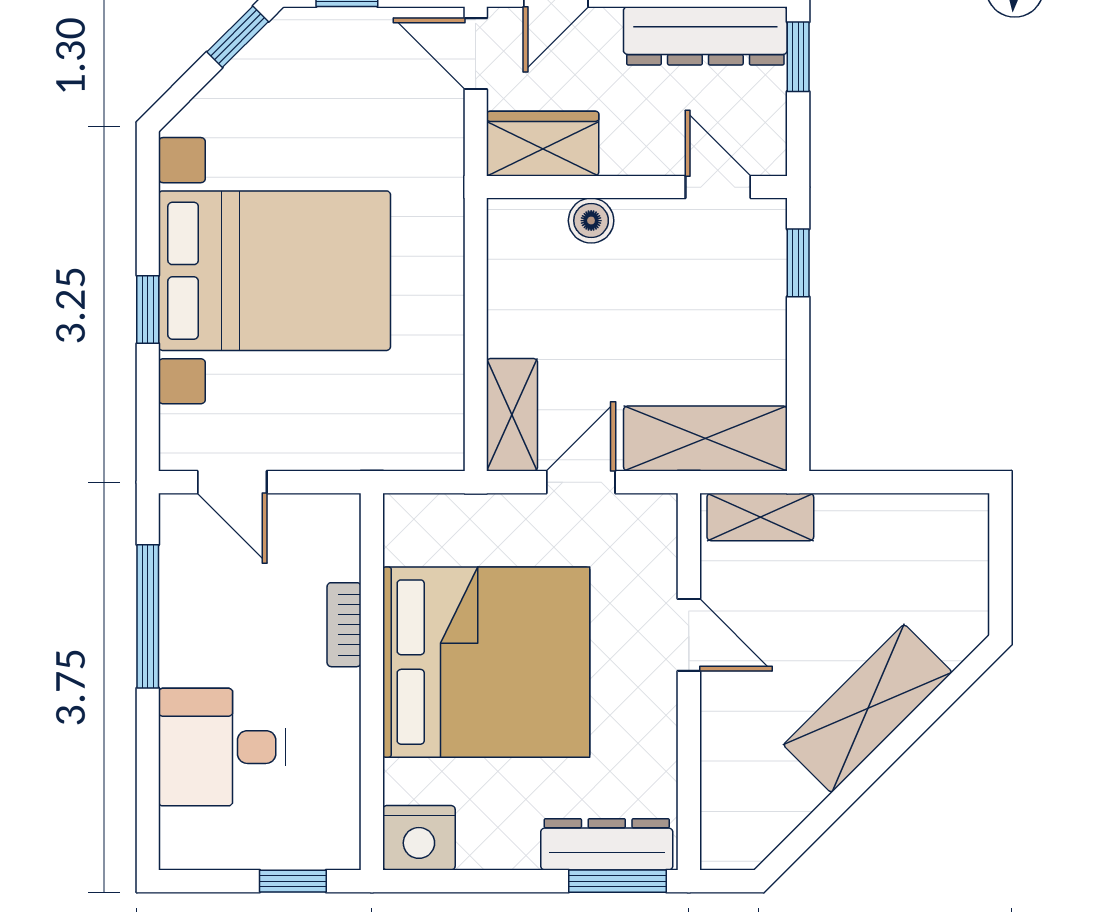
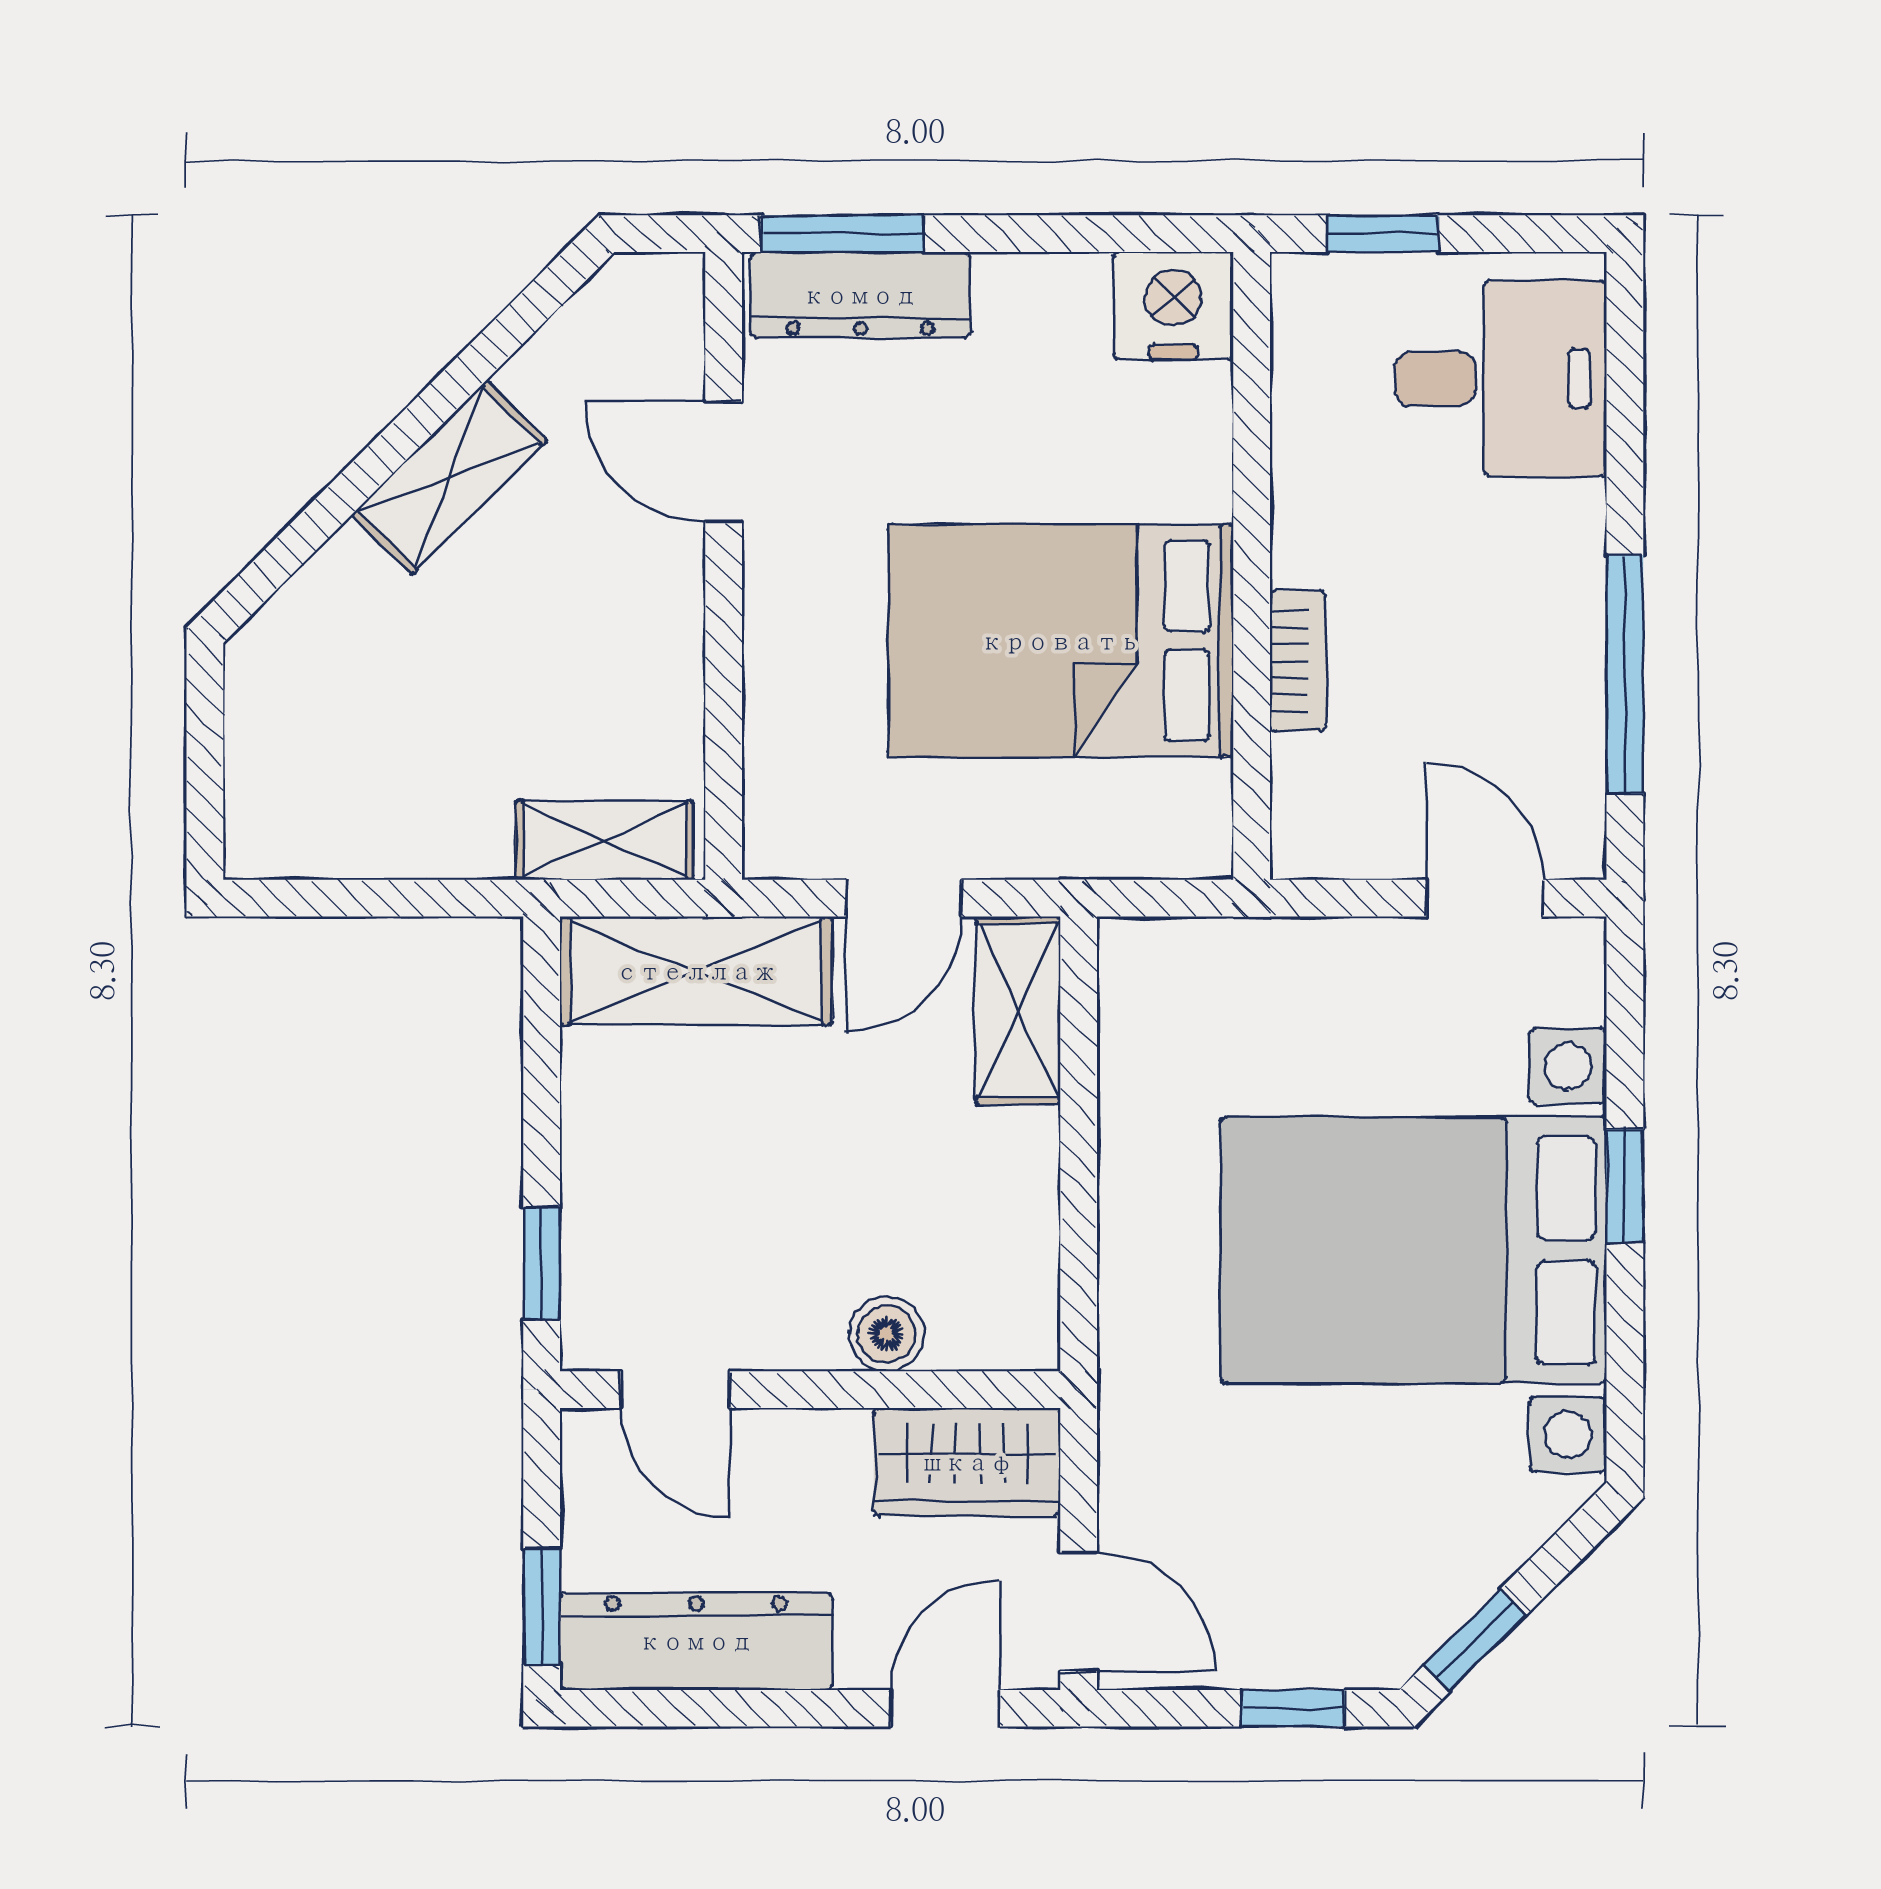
door: (689, 635) -> (724, 462), moved
bed: (486, 662) -> (1061, 641), width x0.73
shelving: (868, 709) -> (449, 477), width x0.67, depth x0.75
desk: (222, 747) -> (1501, 379), moved

